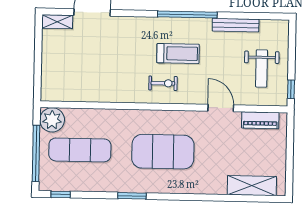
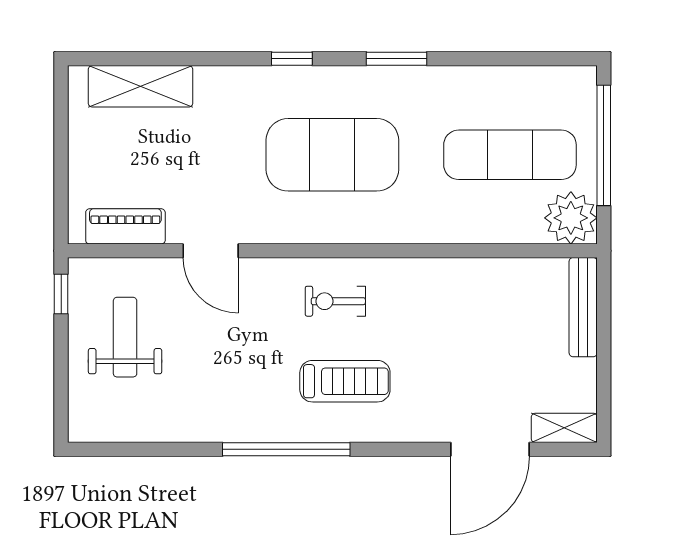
bench: (236, 25) -> (583, 307), moved, turned 90
treadmill: (178, 53) -> (345, 381), moved, turned 180
window: (61, 194) -> (292, 59), moved

